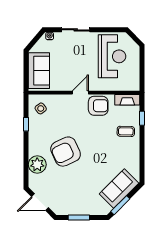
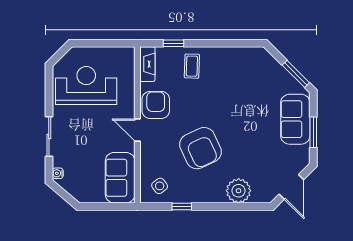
sofa: (39, 71) -> (120, 178), moved, turned -90
armchair: (66, 152) -> (200, 148), moved
sofa: (119, 188) -> (295, 119), moved, turned 45

